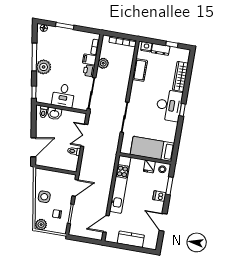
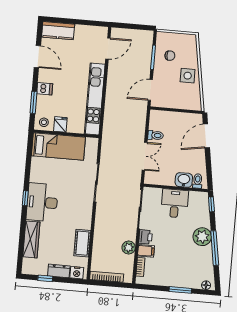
plant: (41, 225) -> (189, 41), removed
kitchen counter: (131, 239) -> (58, 31), moved

